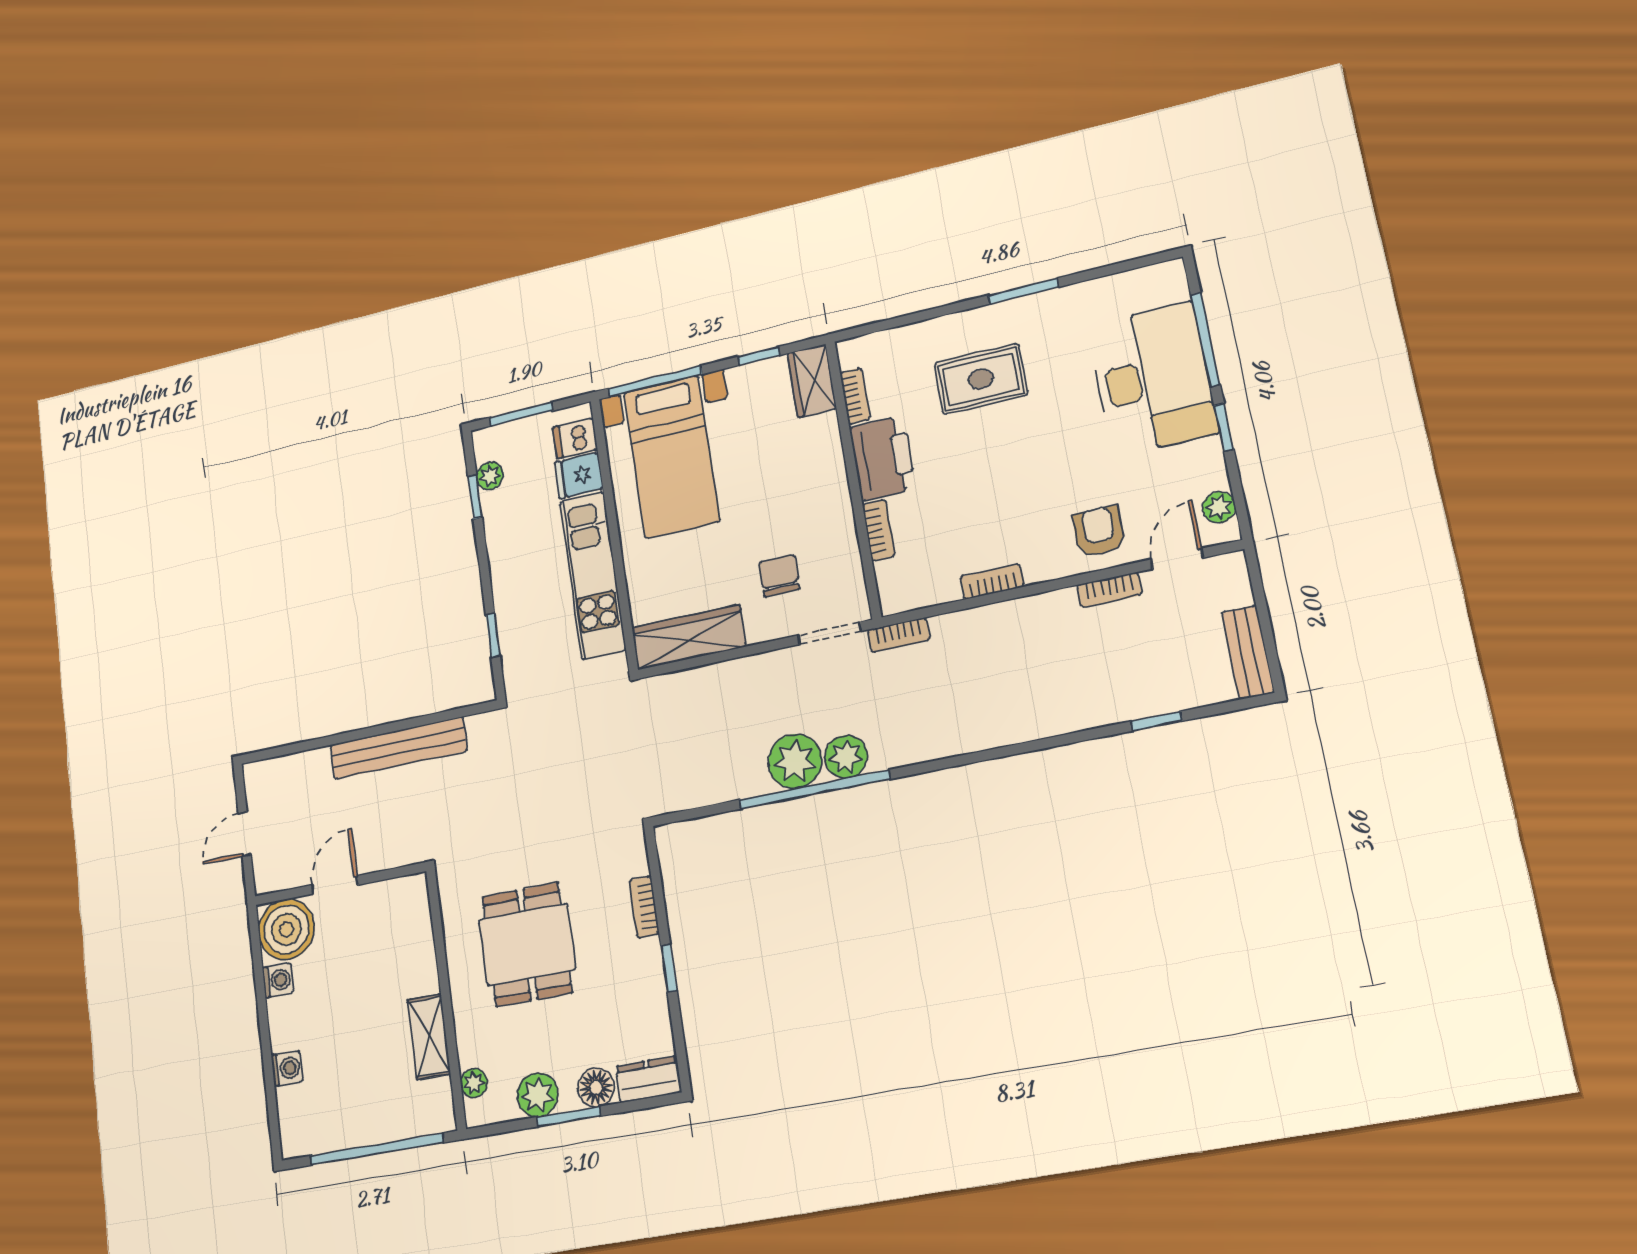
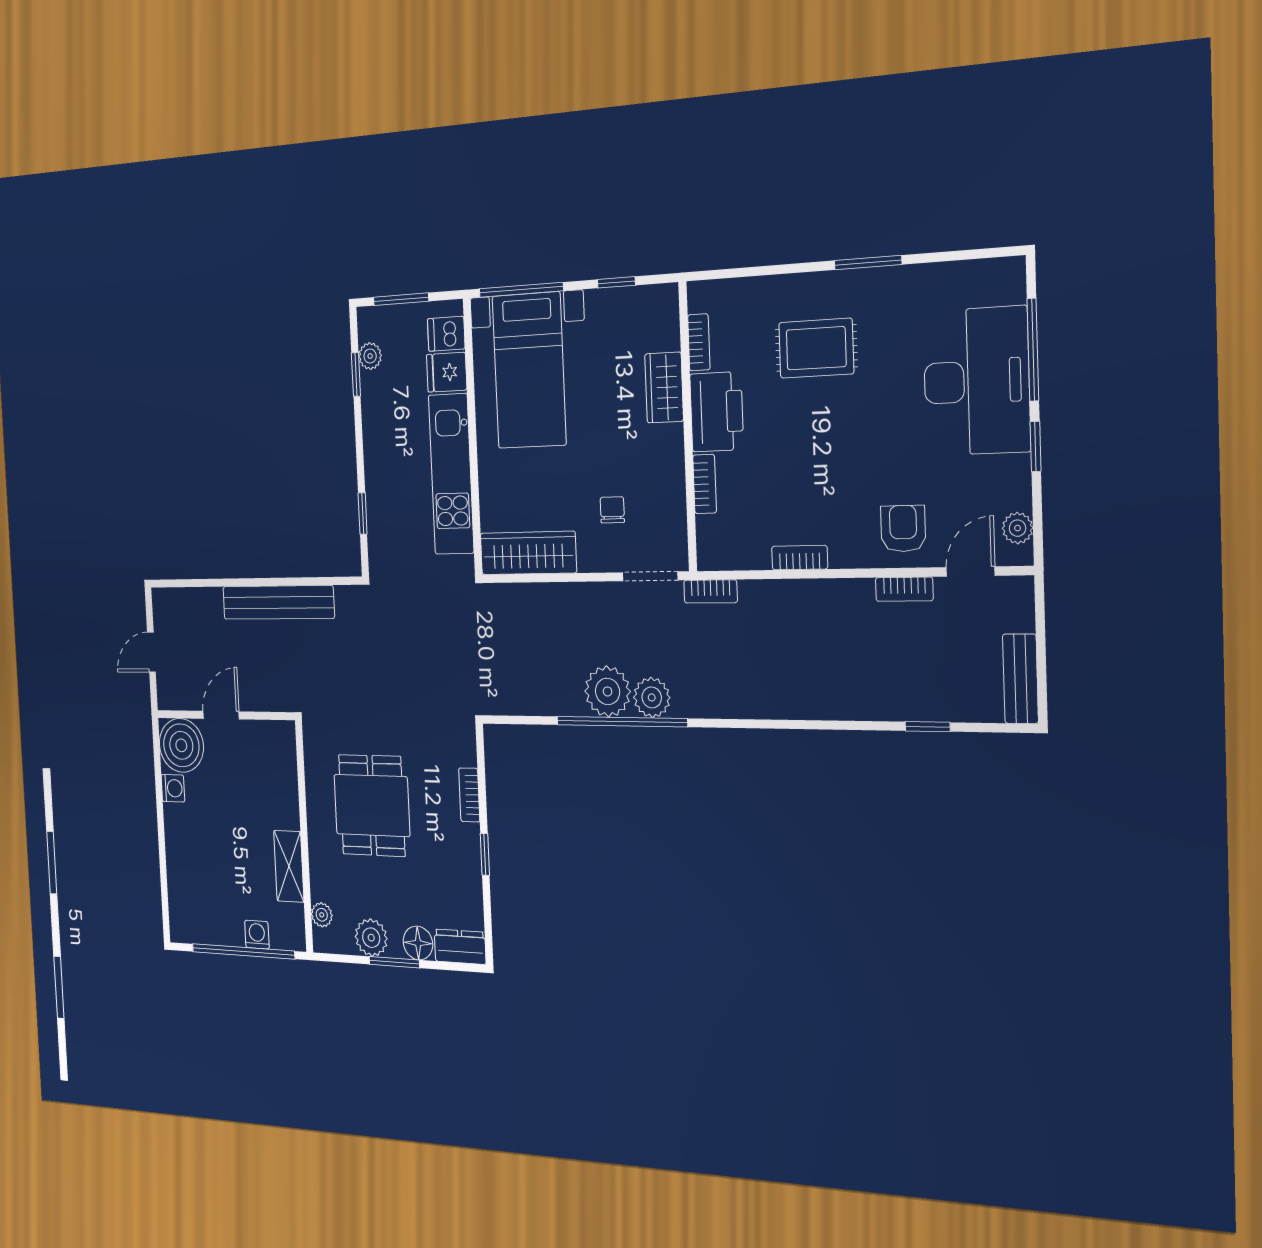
wardrobe: (812, 381) -> (664, 388), moved
chair: (779, 575) -> (612, 510), width x0.73, depth x0.73
washing machine: (287, 1068) -> (257, 935), moved, turned -90

